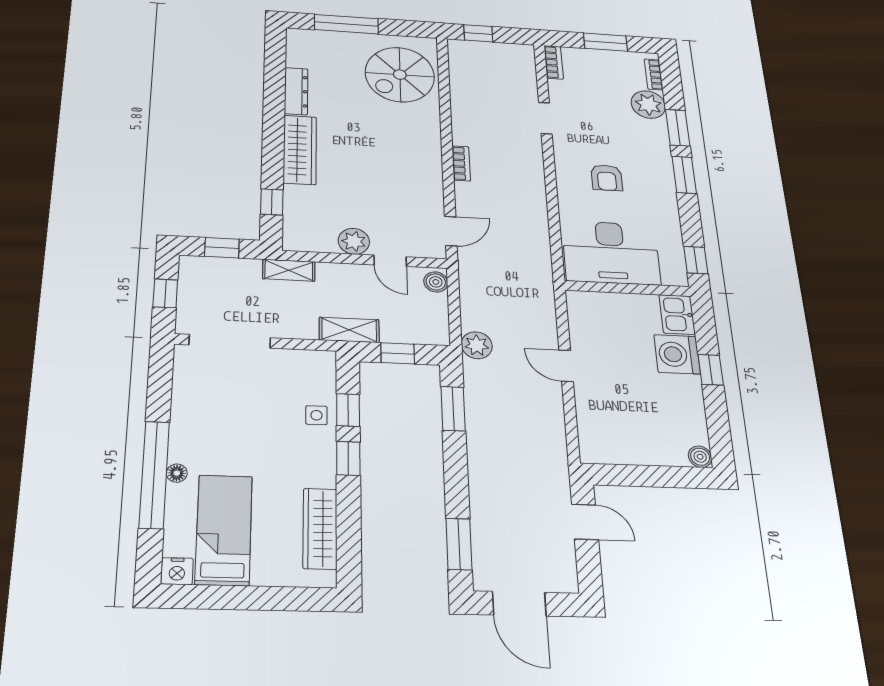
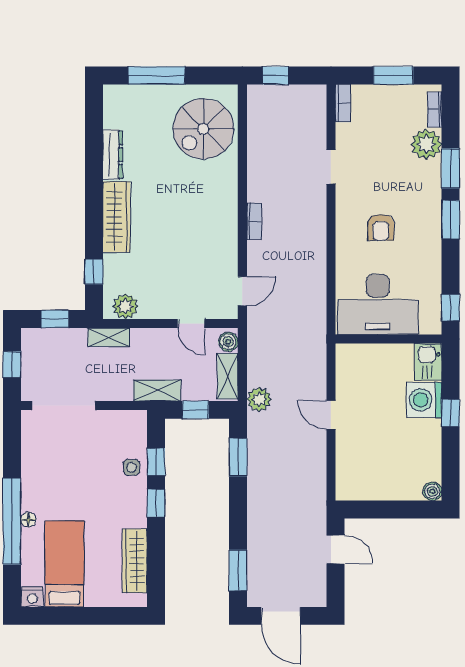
plant: (354, 241) -> (125, 306), moved
shelving: (437, 318) -> (228, 376), added

